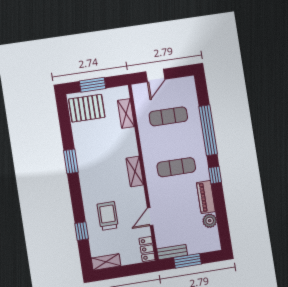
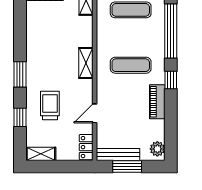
window: (71, 161) -> (20, 74), moved
plant: (210, 221) -> (157, 149), moved
bench: (172, 252) -> (118, 154), width x1.36

